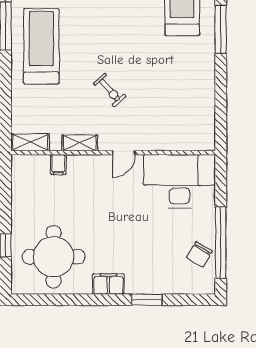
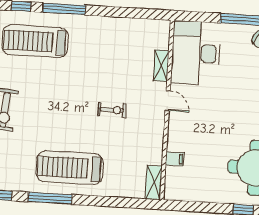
exercise bike: (110, 90) -> (112, 110), turned 42
shelving: (80, 143) -> (161, 66), moved

